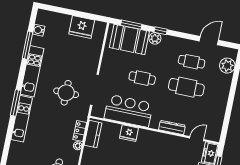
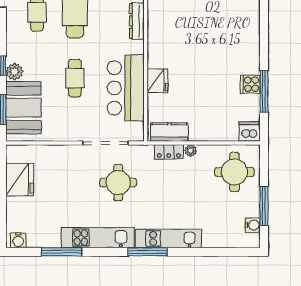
water cooler: (39, 30) -> (18, 240), moved

